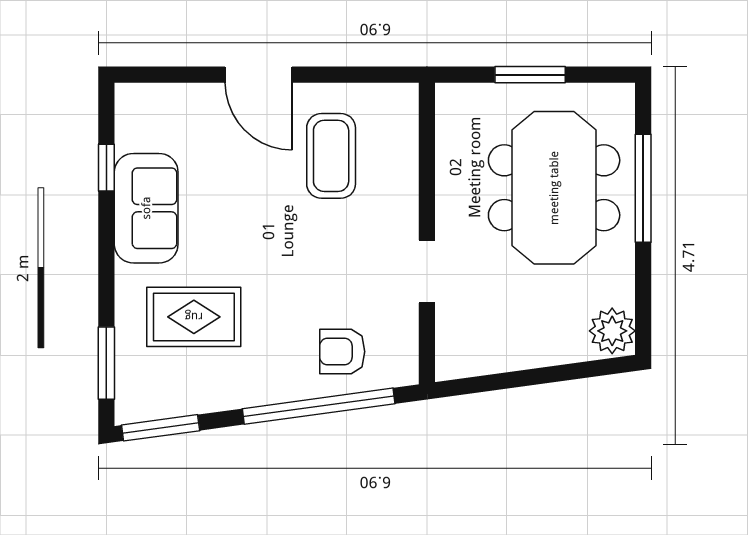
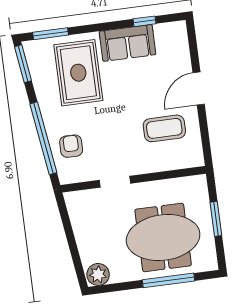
rug: (194, 317) -> (78, 73), width x1.36, depth x1.43

